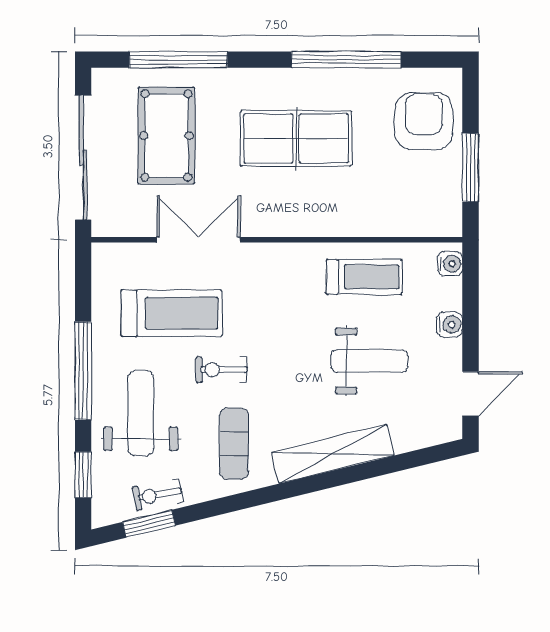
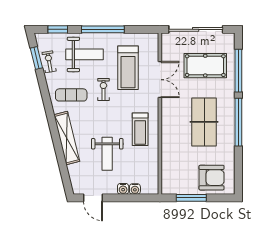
window: (346, 60) -> (238, 122), moved
water cooler: (450, 264) -> (135, 189), moved
treadmill: (364, 277) -> (140, 129), moved

